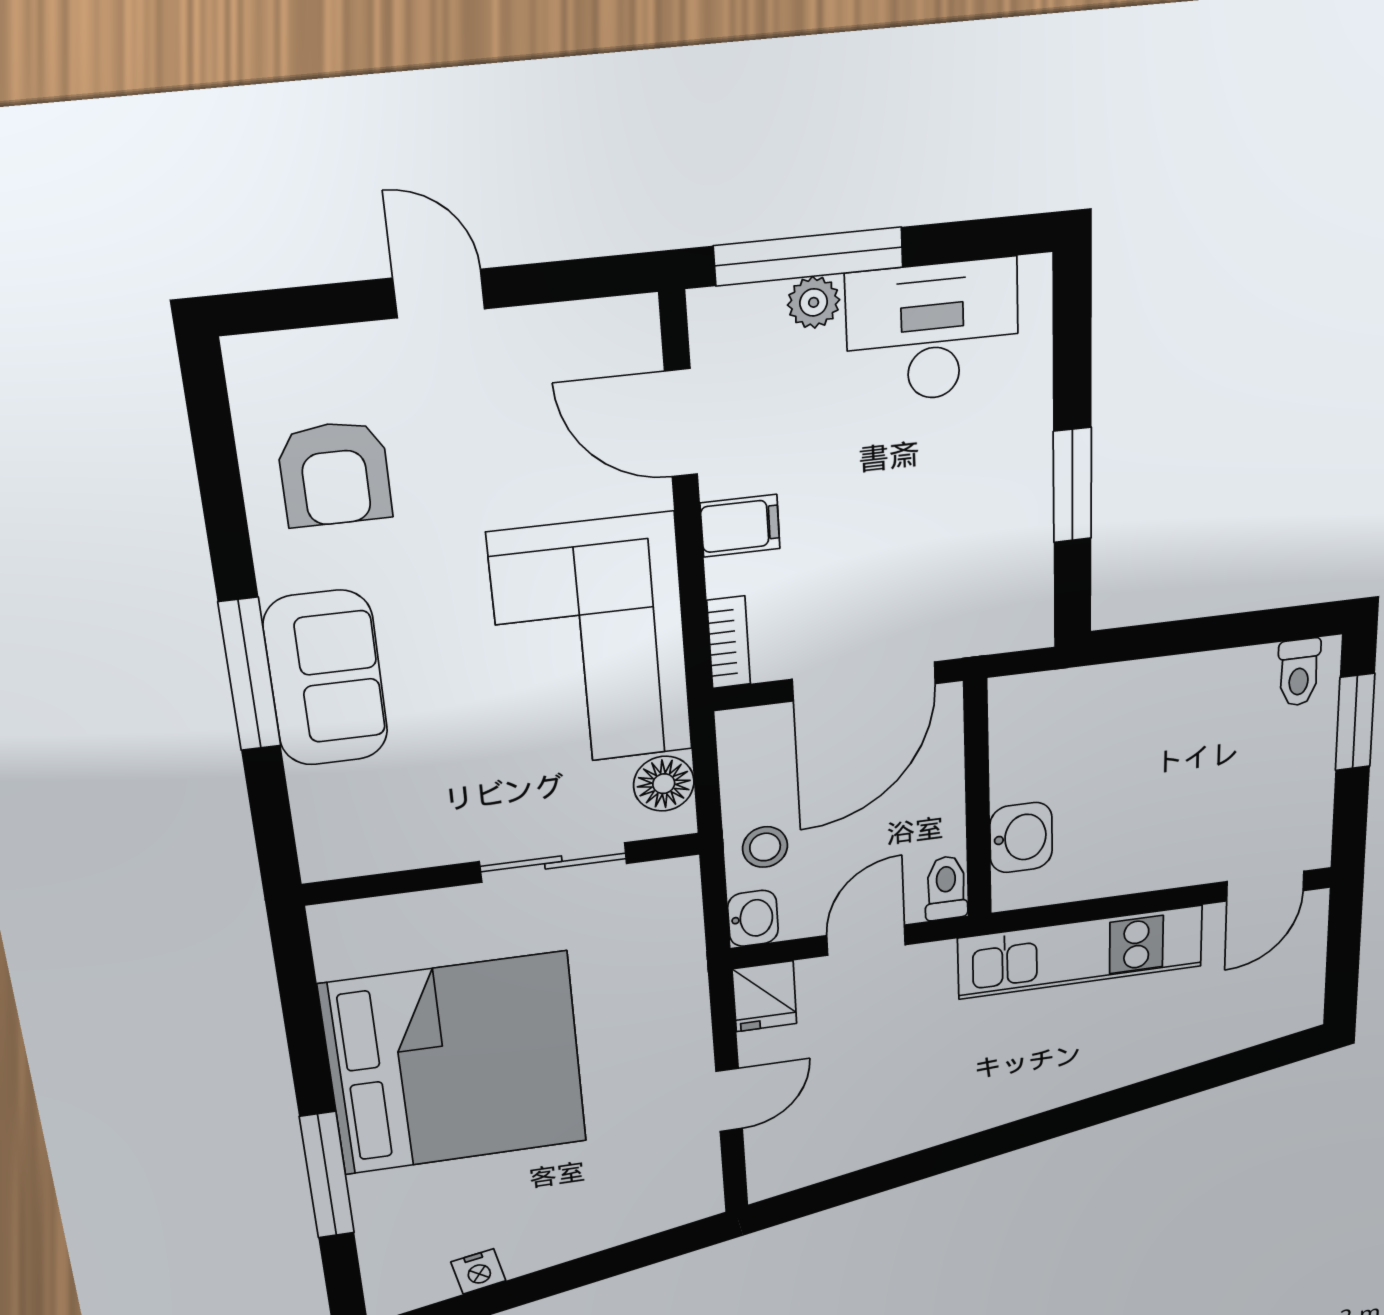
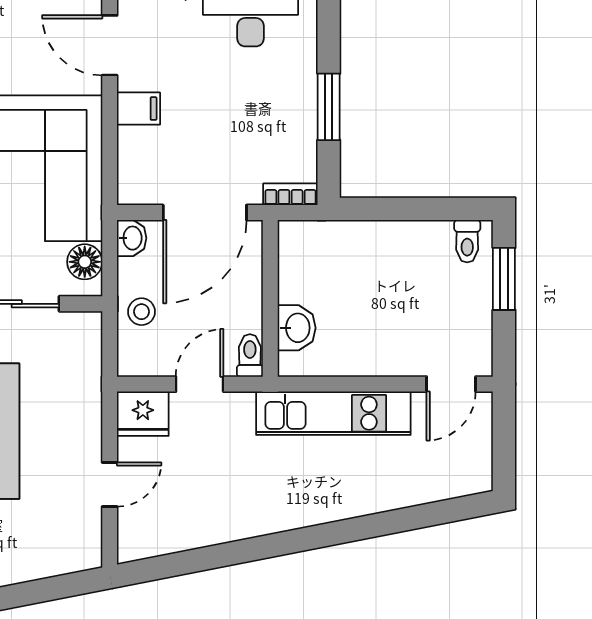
bookcase: (729, 642) -> (290, 194), moved, turned -90
washbasin: (753, 918) -> (132, 238), moved
fridge: (765, 996) -> (143, 414), width x1.38

